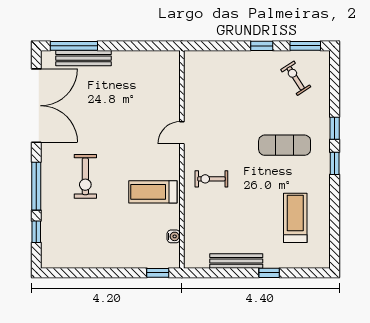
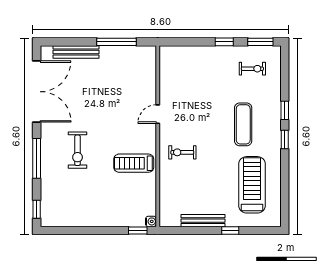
window: (74, 46) -> (116, 42), moved
exercise bike: (296, 78) -> (252, 69), turned 123
exercise mat: (285, 145) -> (243, 124), turned 90
treadmill: (295, 218) -> (252, 185), width x1.37, depth x1.38
window: (36, 232) -> (37, 209), moved
water cooler: (174, 236) -> (151, 221), moved

